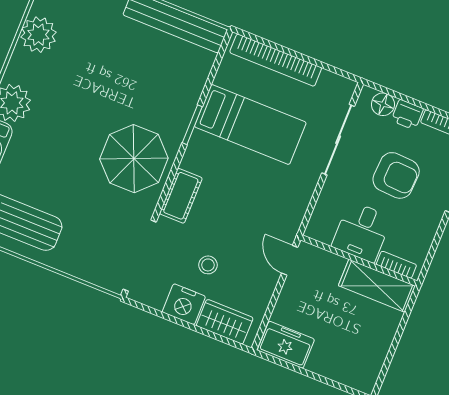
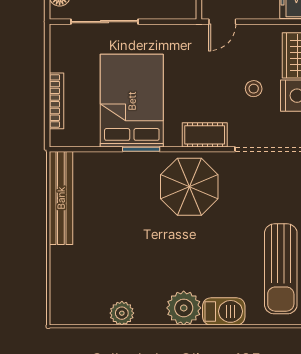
plant: (38, 35) -> (122, 313), width x0.73, depth x0.73
bookcase: (276, 60) -> (56, 101), width x0.68, depth x0.76
bed: (250, 124) -> (132, 101), width x1.50

